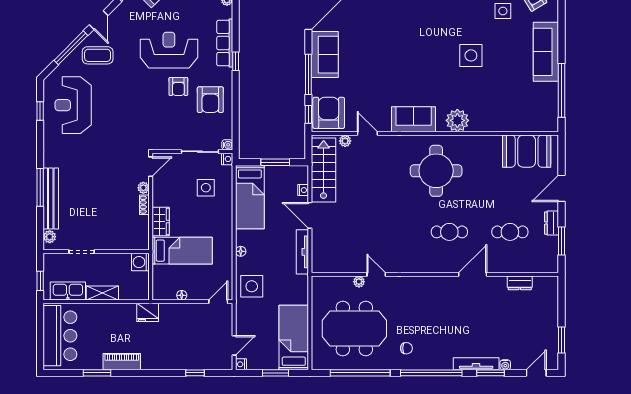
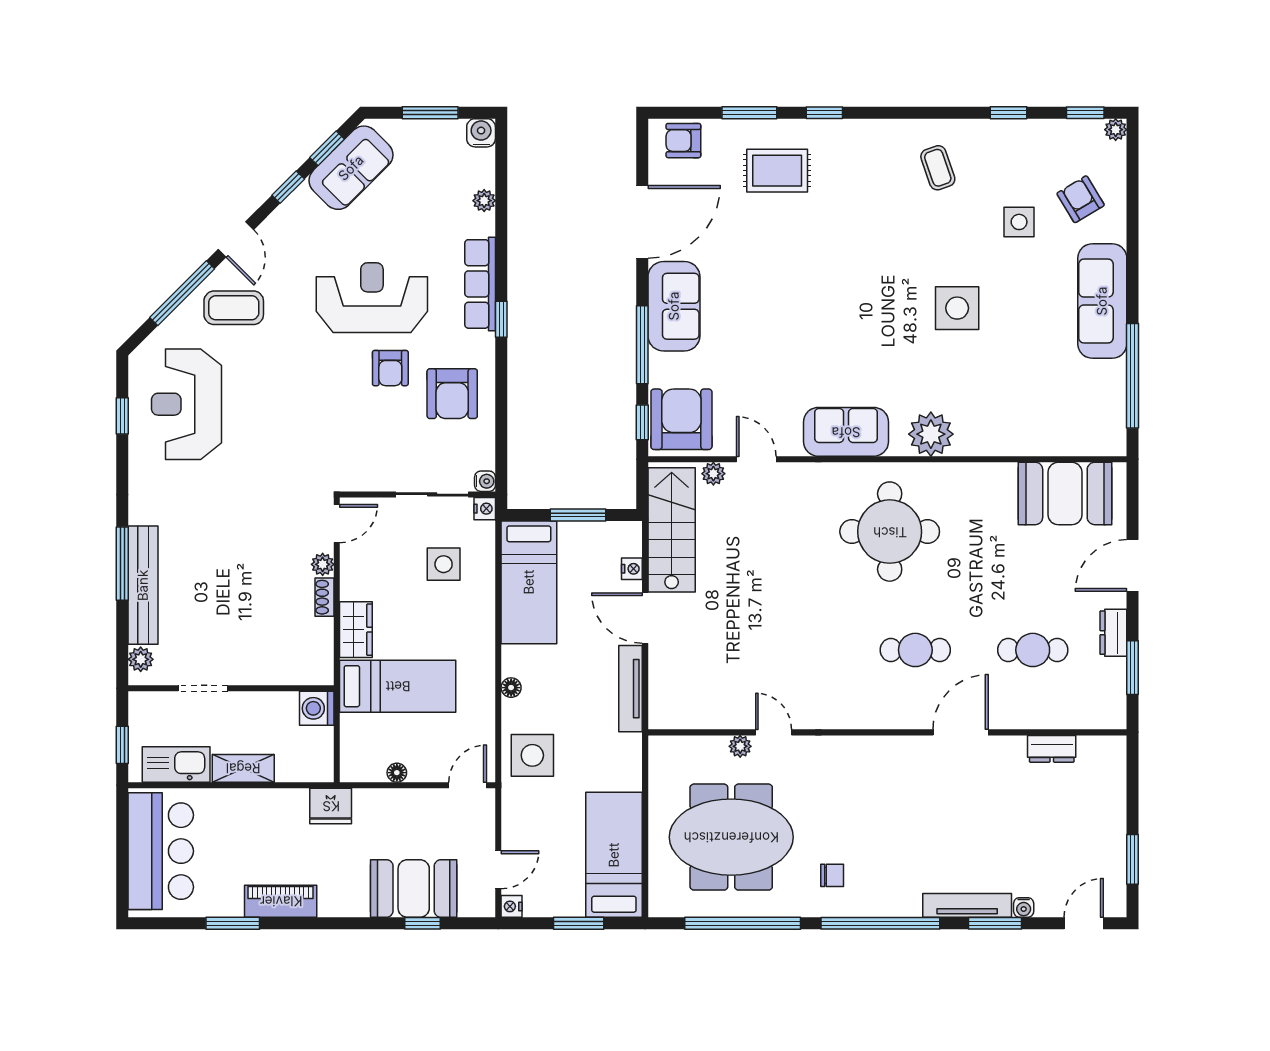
booth: (190, 355) -> (414, 888), added

